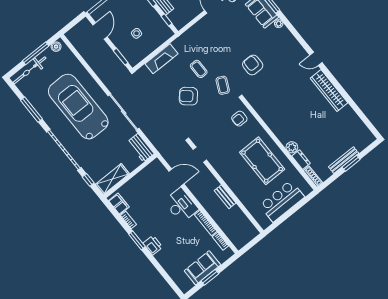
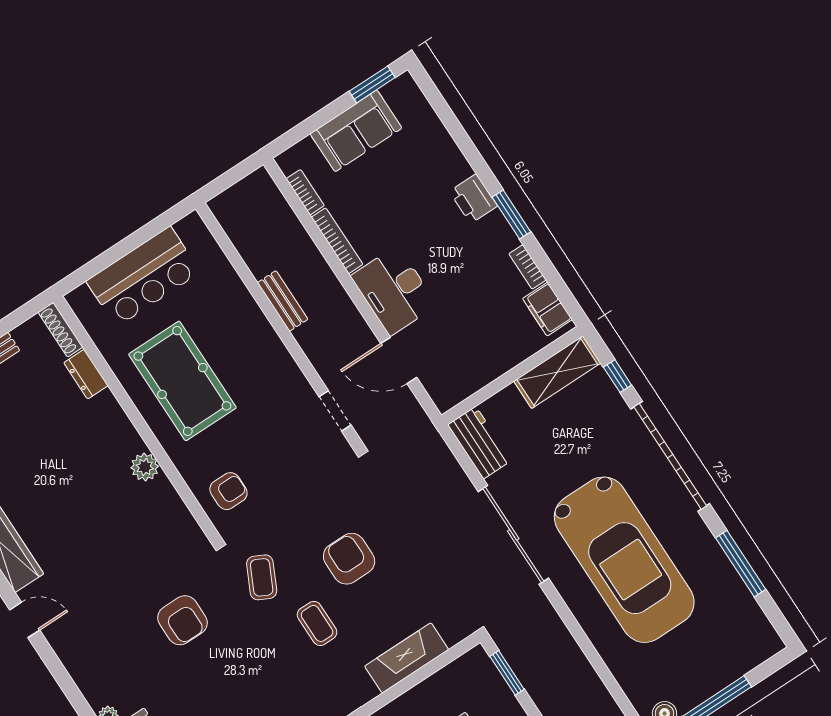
bicycle: (30, 70) -> (736, 661), removed
armchair: (188, 96) -> (349, 559), turned -131
plant: (292, 147) -> (145, 467), moved
window: (210, 277) -> (372, 84), moved

